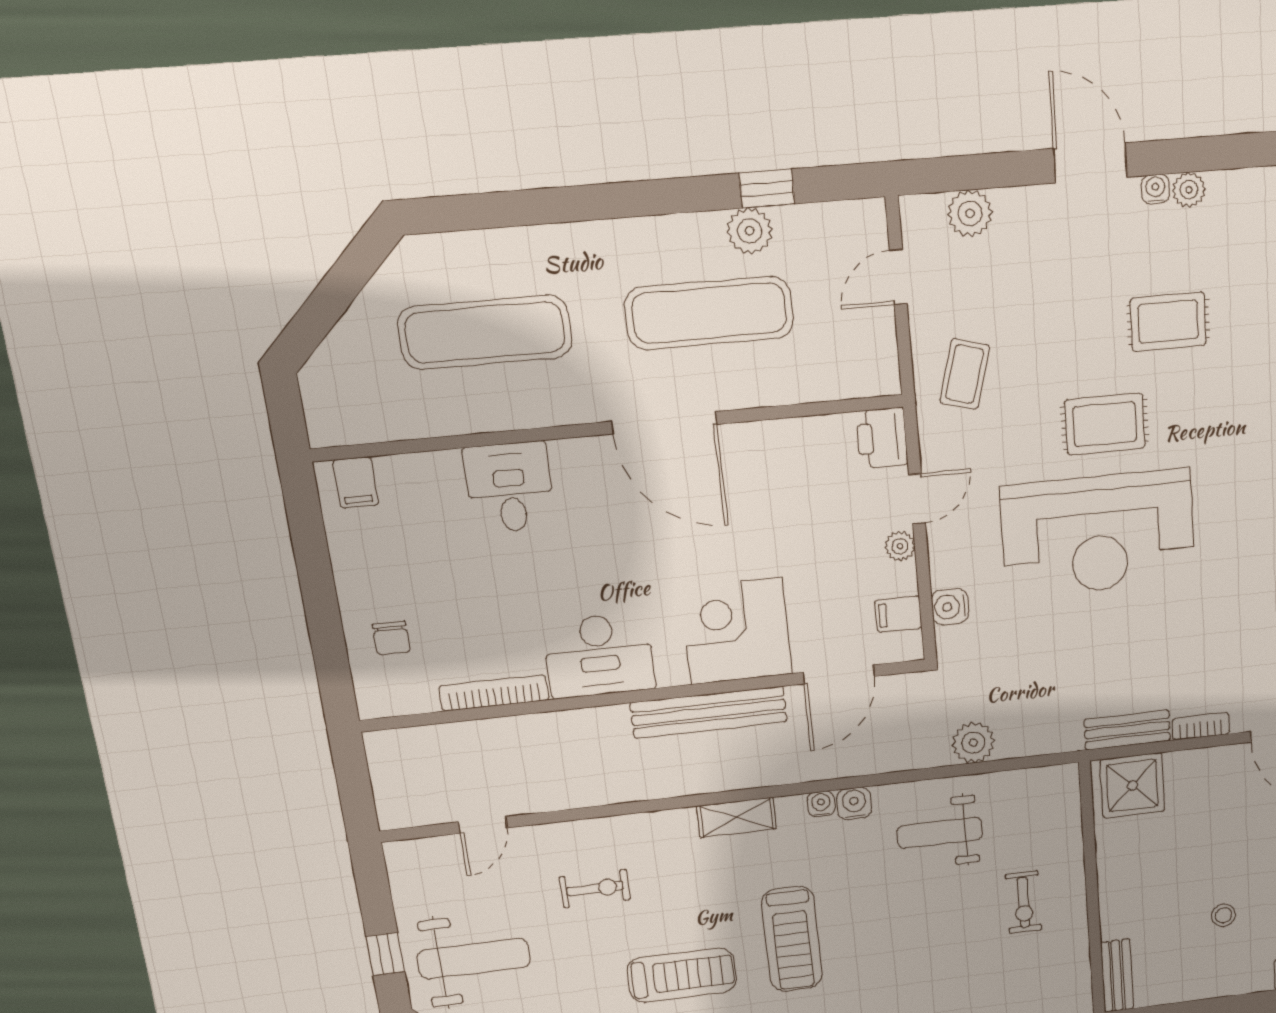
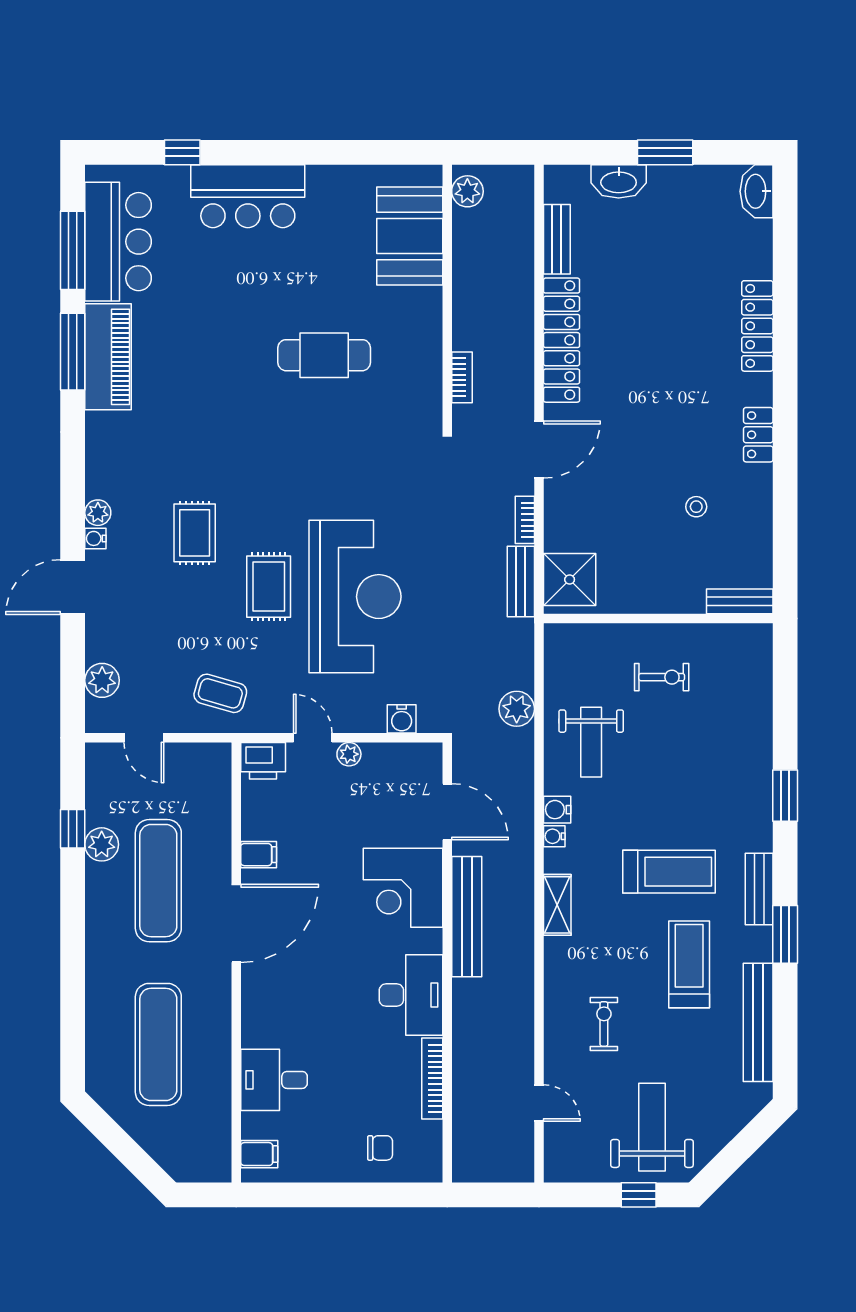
desk: (510, 488) -> (274, 1080), moved
filing cabinet: (898, 614) -> (259, 855), moved, turned -90

